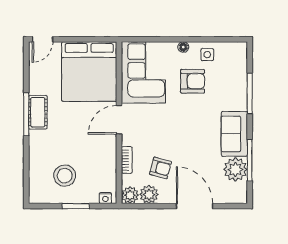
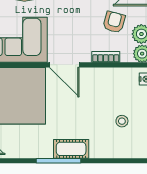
cot: (38, 112) -> (71, 149), moved
stool: (65, 176) -> (122, 121), width x0.53, depth x0.53

